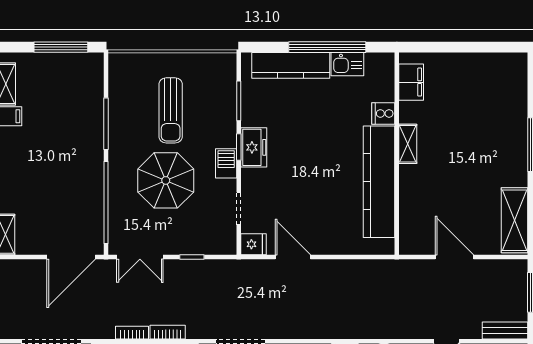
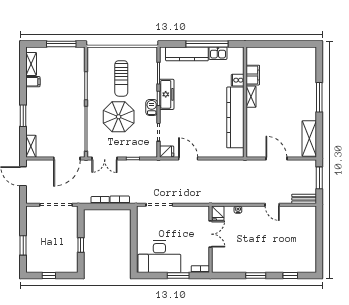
filing cabinet: (411, 82) -> (253, 75), moved
freezer: (254, 147) -> (167, 94), width x1.40

